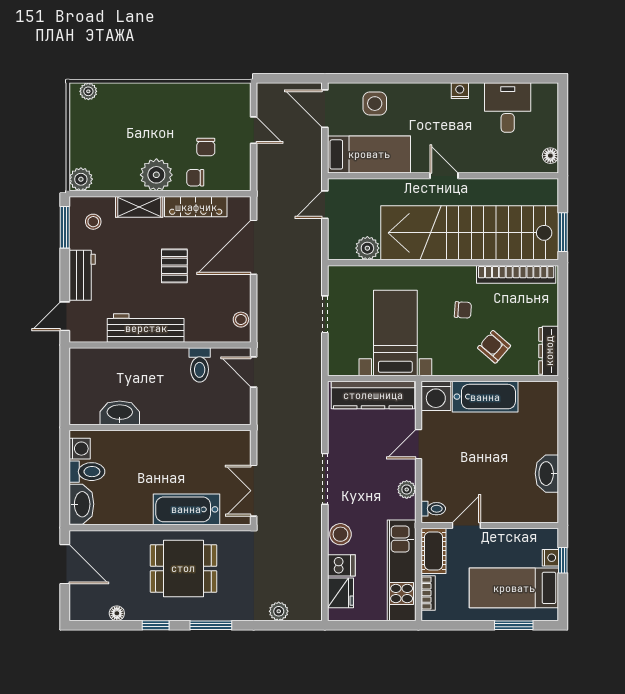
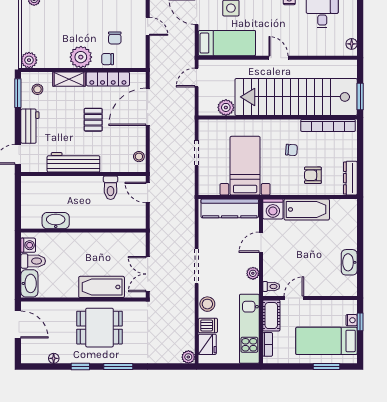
armchair: (494, 347) -> (313, 175), turned -41
plant: (279, 611) -> (188, 357), moved

